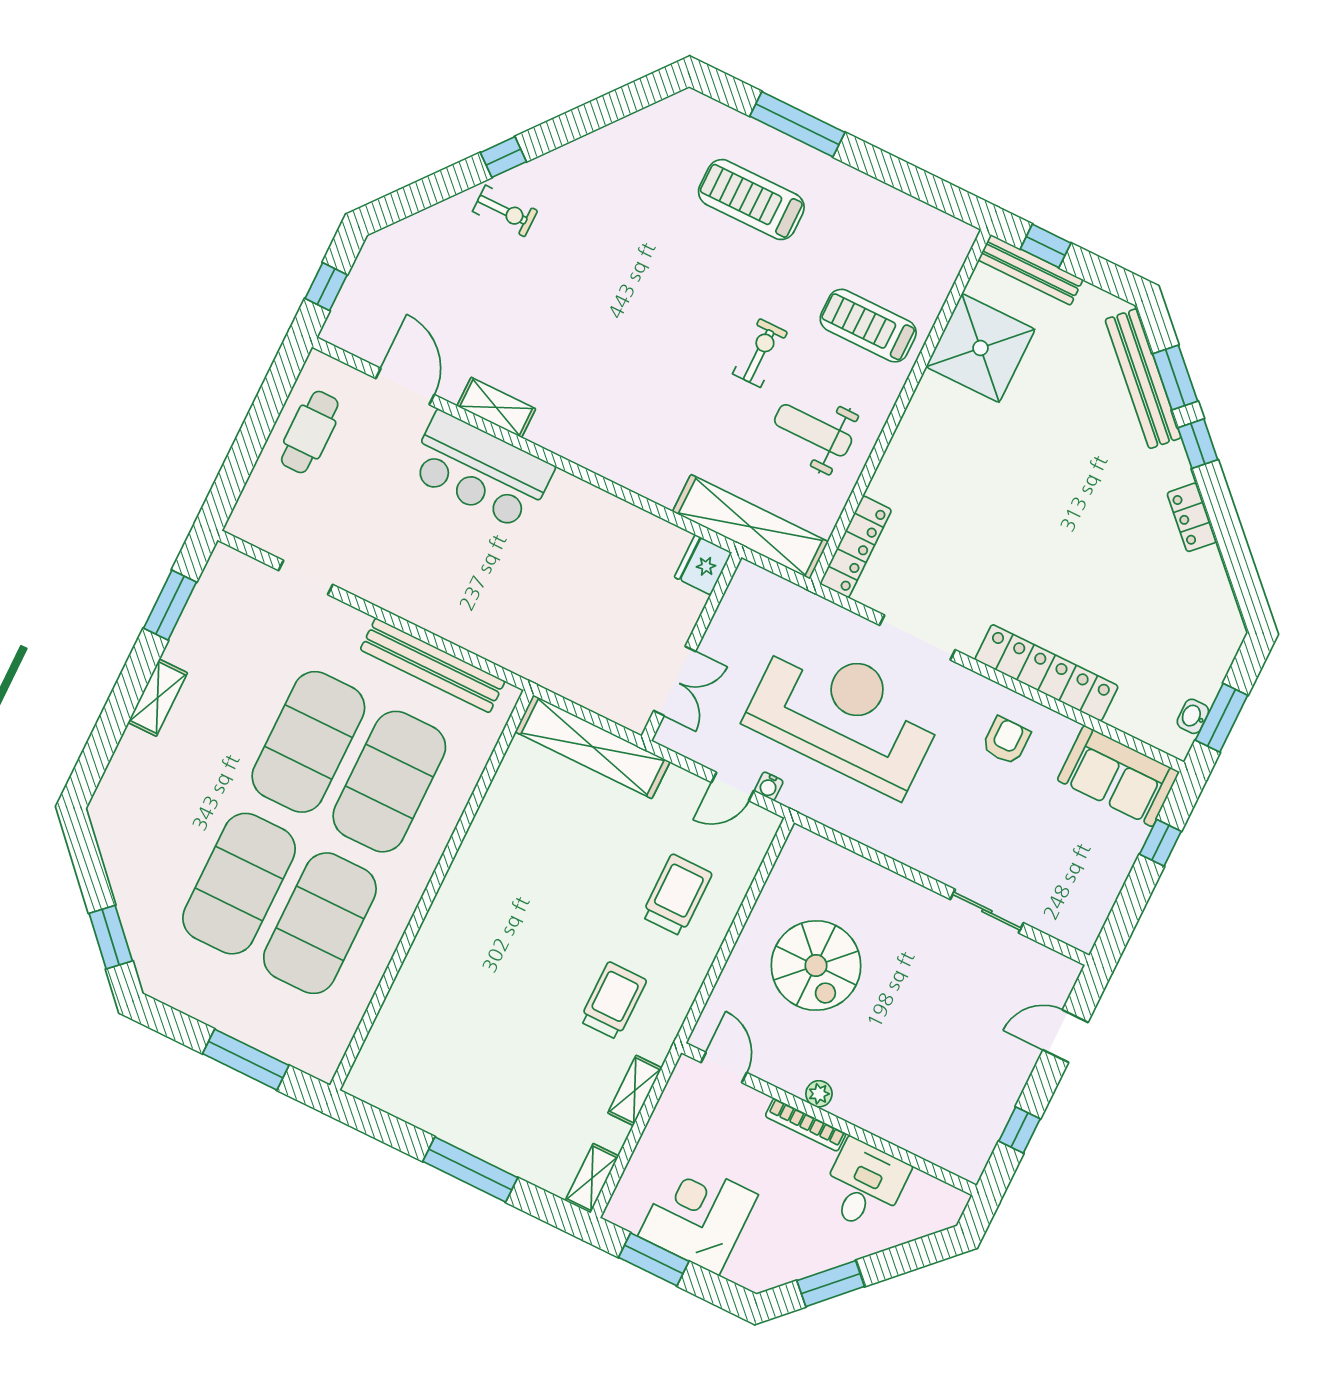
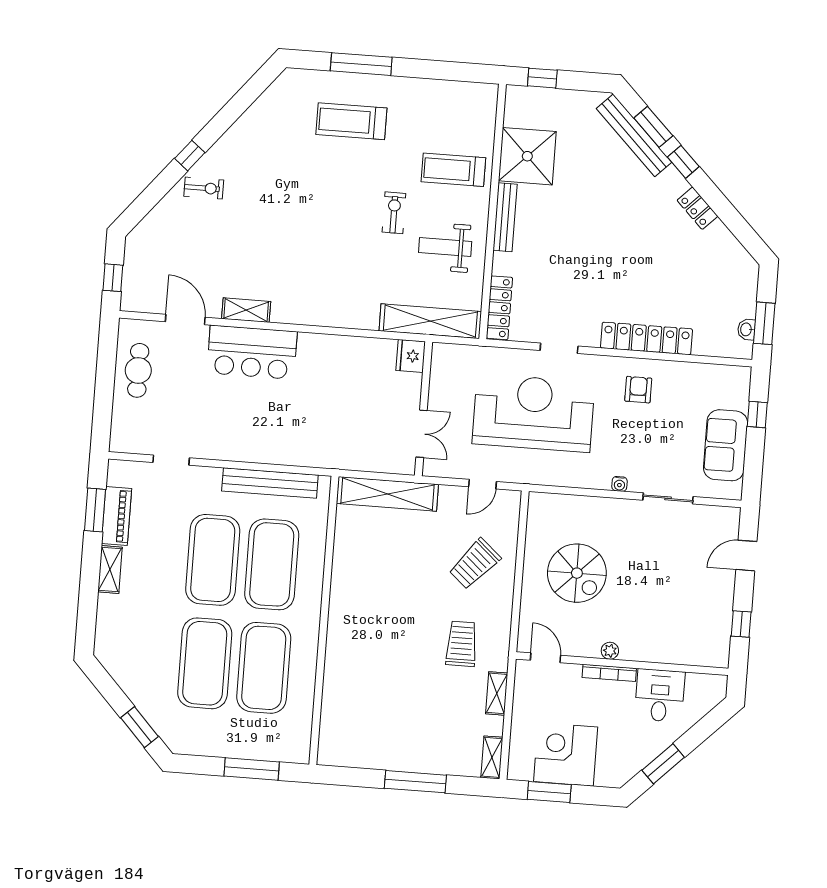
bench: (1031, 270) -> (505, 217), moved, turned 90
piano: (197, 626) -> (116, 516), added
doorway: (917, 637) -> (559, 348), width x0.73
sofa: (1118, 776) -> (726, 445), moved, turned 90
water cooler: (769, 786) -> (619, 484), moved
trolley: (677, 895) -> (475, 564), turned -139

